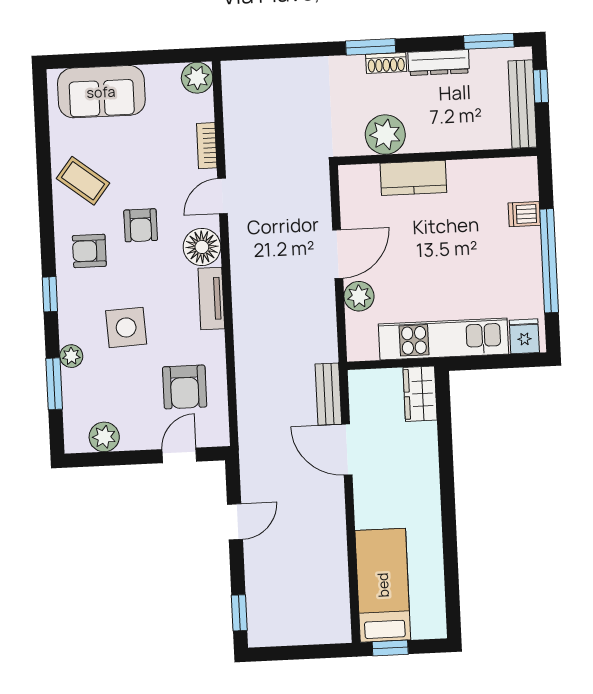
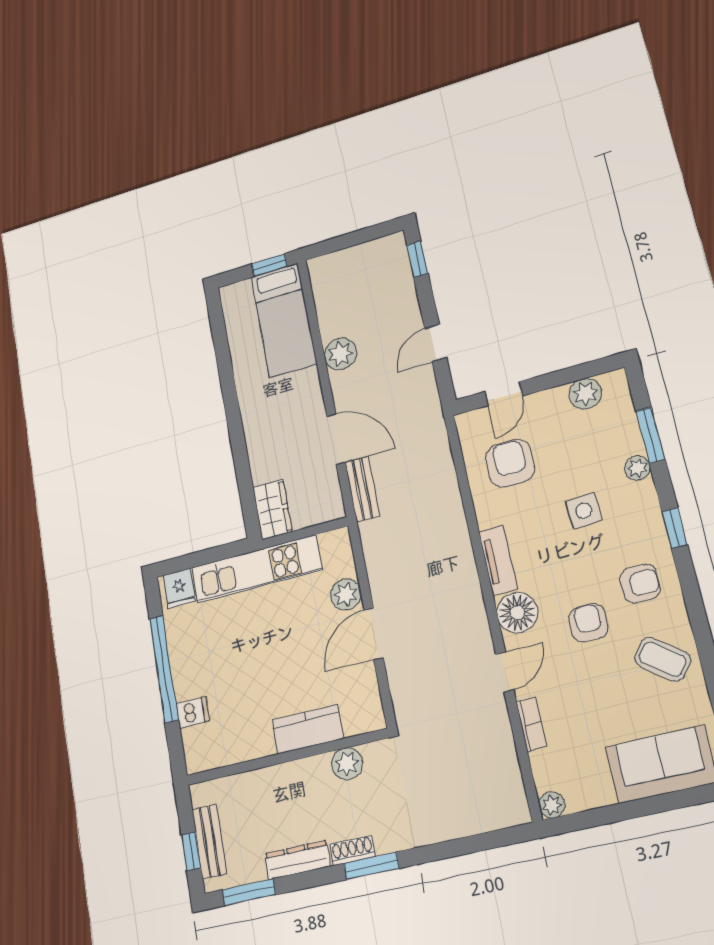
plant: (197, 78) -> (552, 805), width x0.73, depth x0.73
bench: (522, 104) -> (209, 841), width x0.73
plant: (385, 135) -> (347, 764), width x0.73, depth x0.73
side table: (126, 327) -> (584, 511), width x0.73, depth x0.73
plant: (330, 535) -> (340, 354), added

